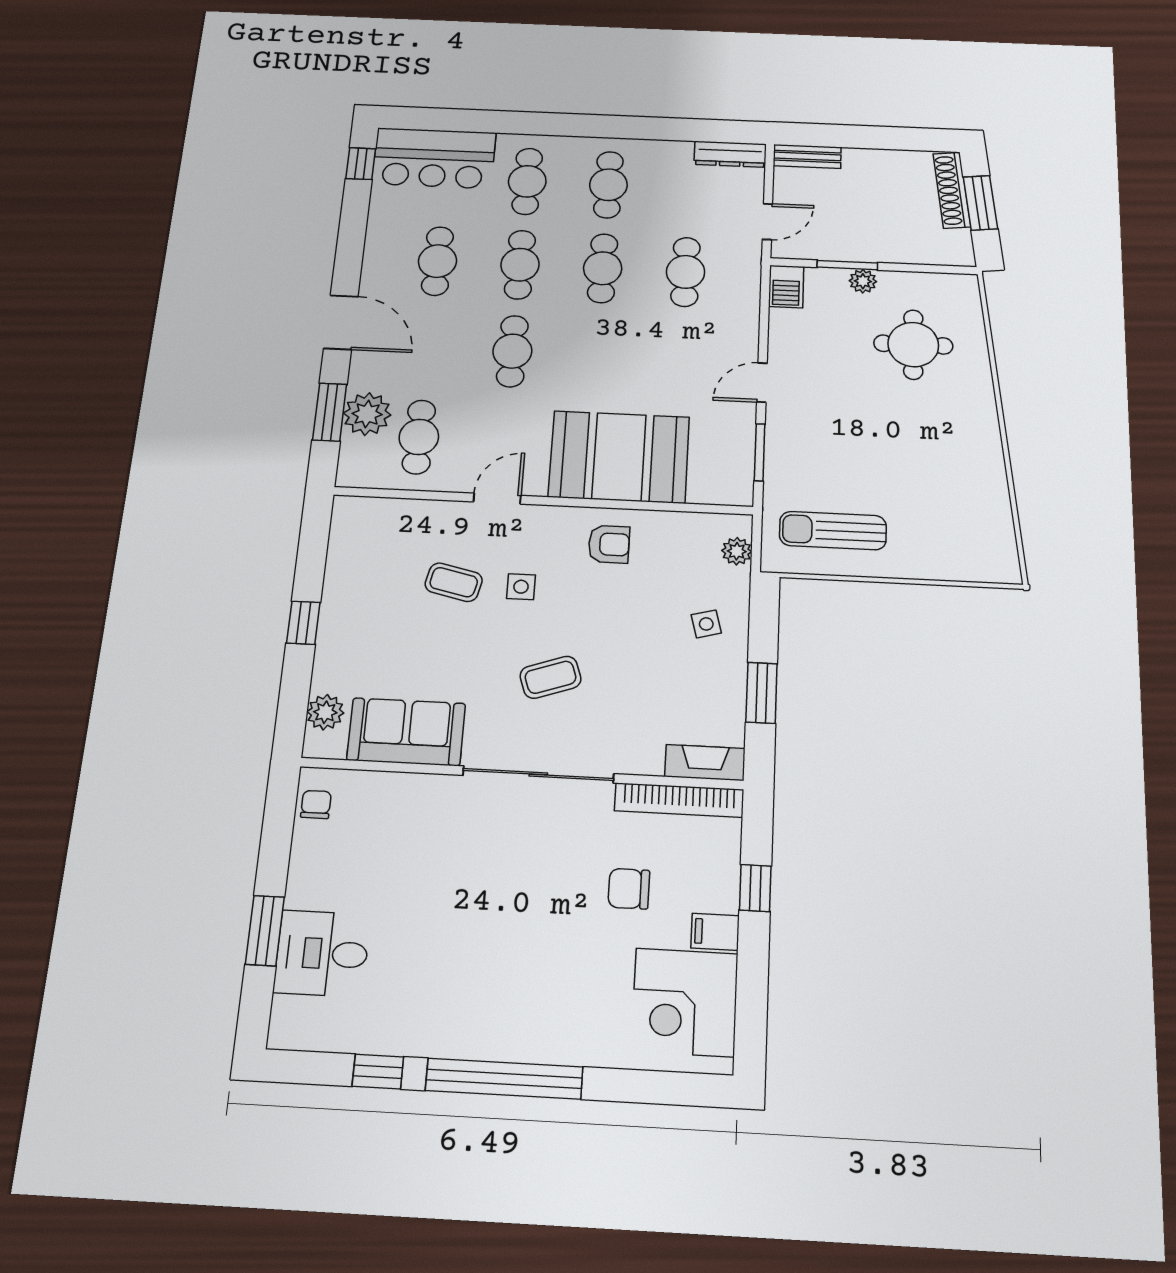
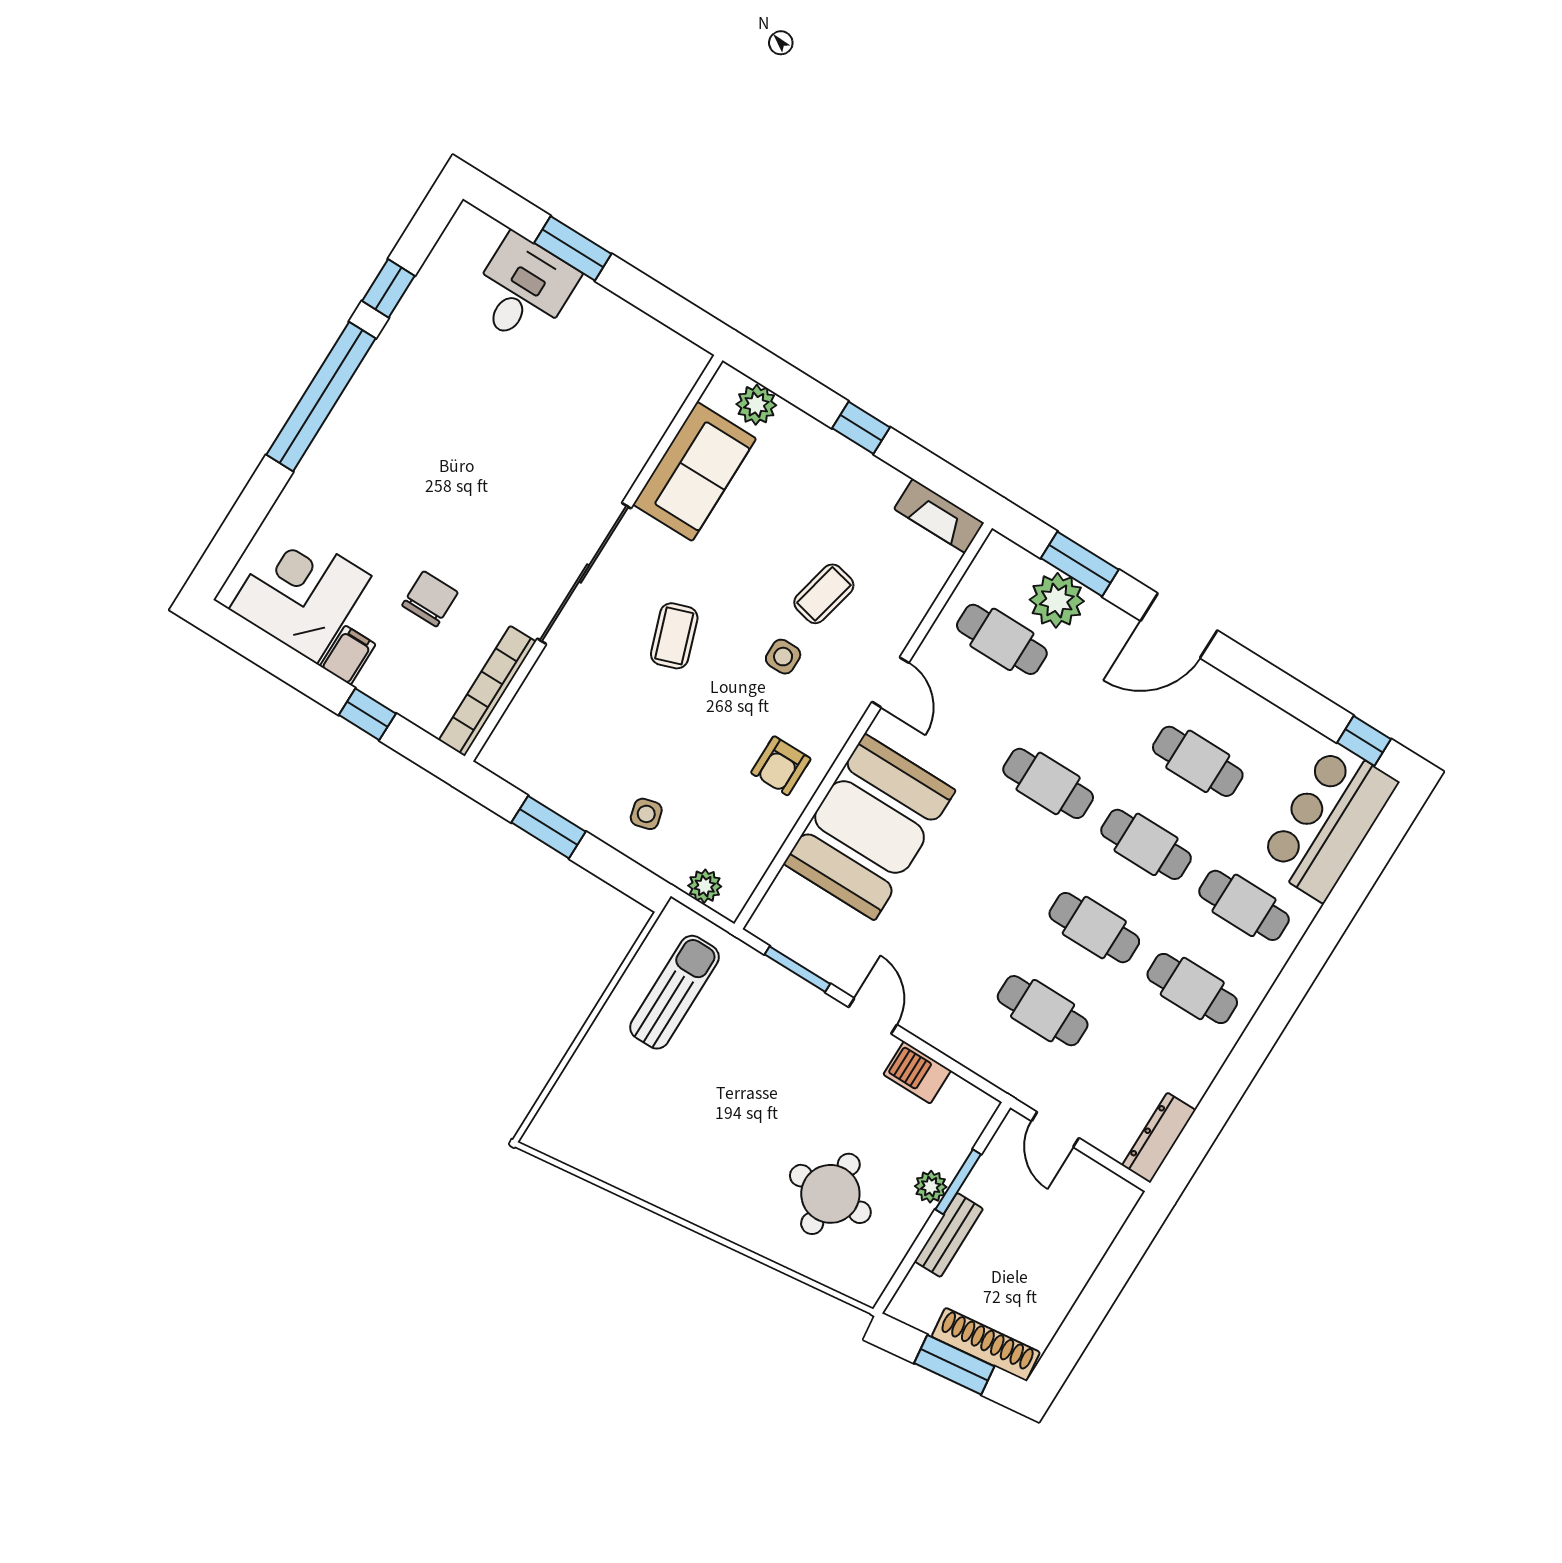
bench: (807, 156) -> (949, 1235), moved
barbecue: (786, 287) -> (917, 1072), moved
fireplace: (705, 763) -> (939, 516), moved, turned 90
chair: (316, 804) -> (669, 352), removed

